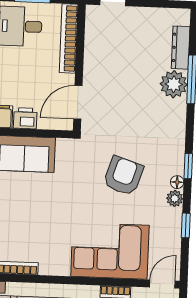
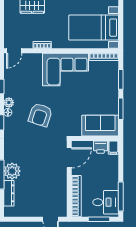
corner sofa: (110, 251) -> (65, 69), moved

